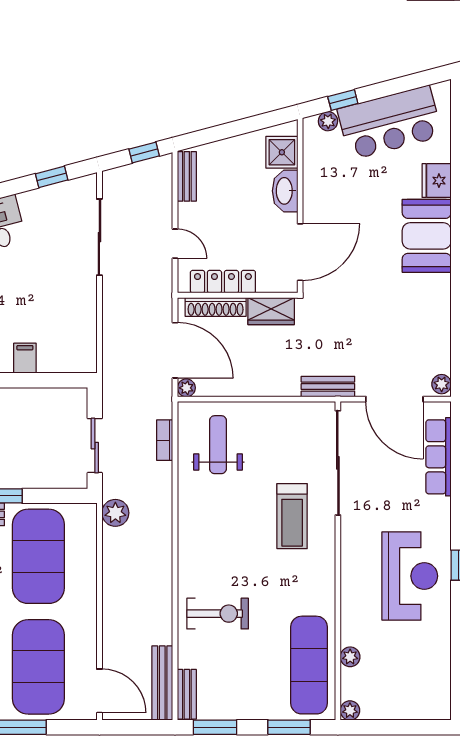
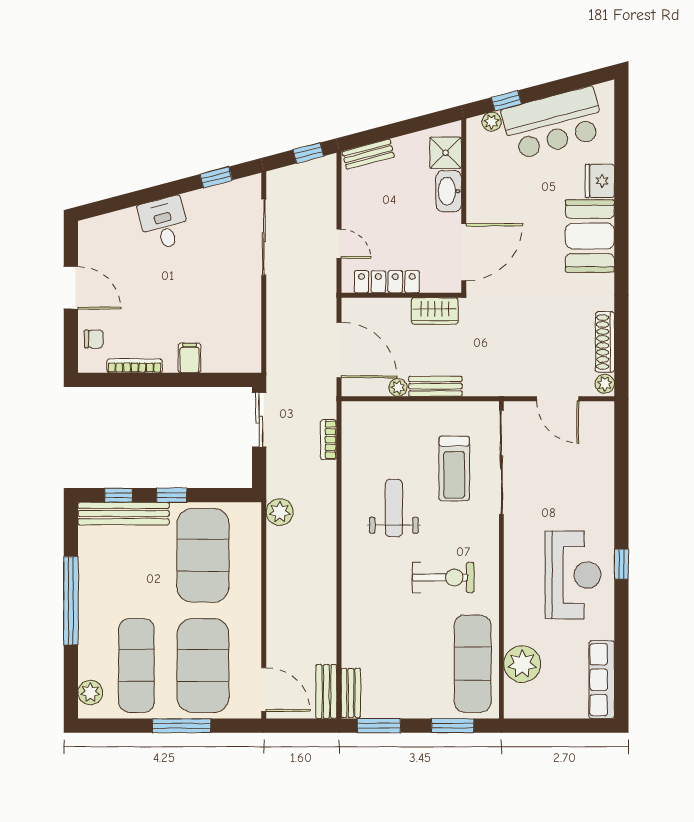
bench: (187, 176) -> (368, 154), moved, turned 75
shoe rack: (216, 307) -> (605, 342), moved, turned 90
bench: (328, 387) -> (435, 386), moved
plant: (186, 388) -> (398, 387), moved
door: (394, 399) -> (558, 399), width x0.73
weight bench: (218, 445) -> (394, 508), moved
sliding door: (95, 446) -> (259, 420), moved
row of seats: (439, 457) -> (602, 680), moved
treadmill: (292, 516) -> (454, 468), moved
exercise bike: (218, 614) -> (443, 577), moved
plant: (350, 657) -> (522, 664), width x1.88, depth x1.88
bench: (162, 683) -> (326, 691), width x0.73
plant: (350, 710) -> (513, 709), removed

